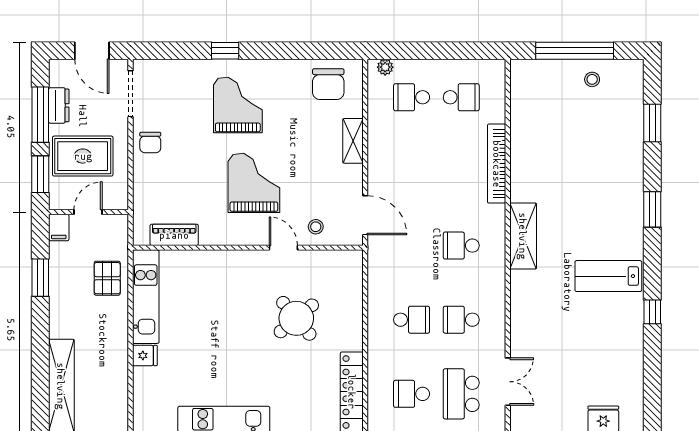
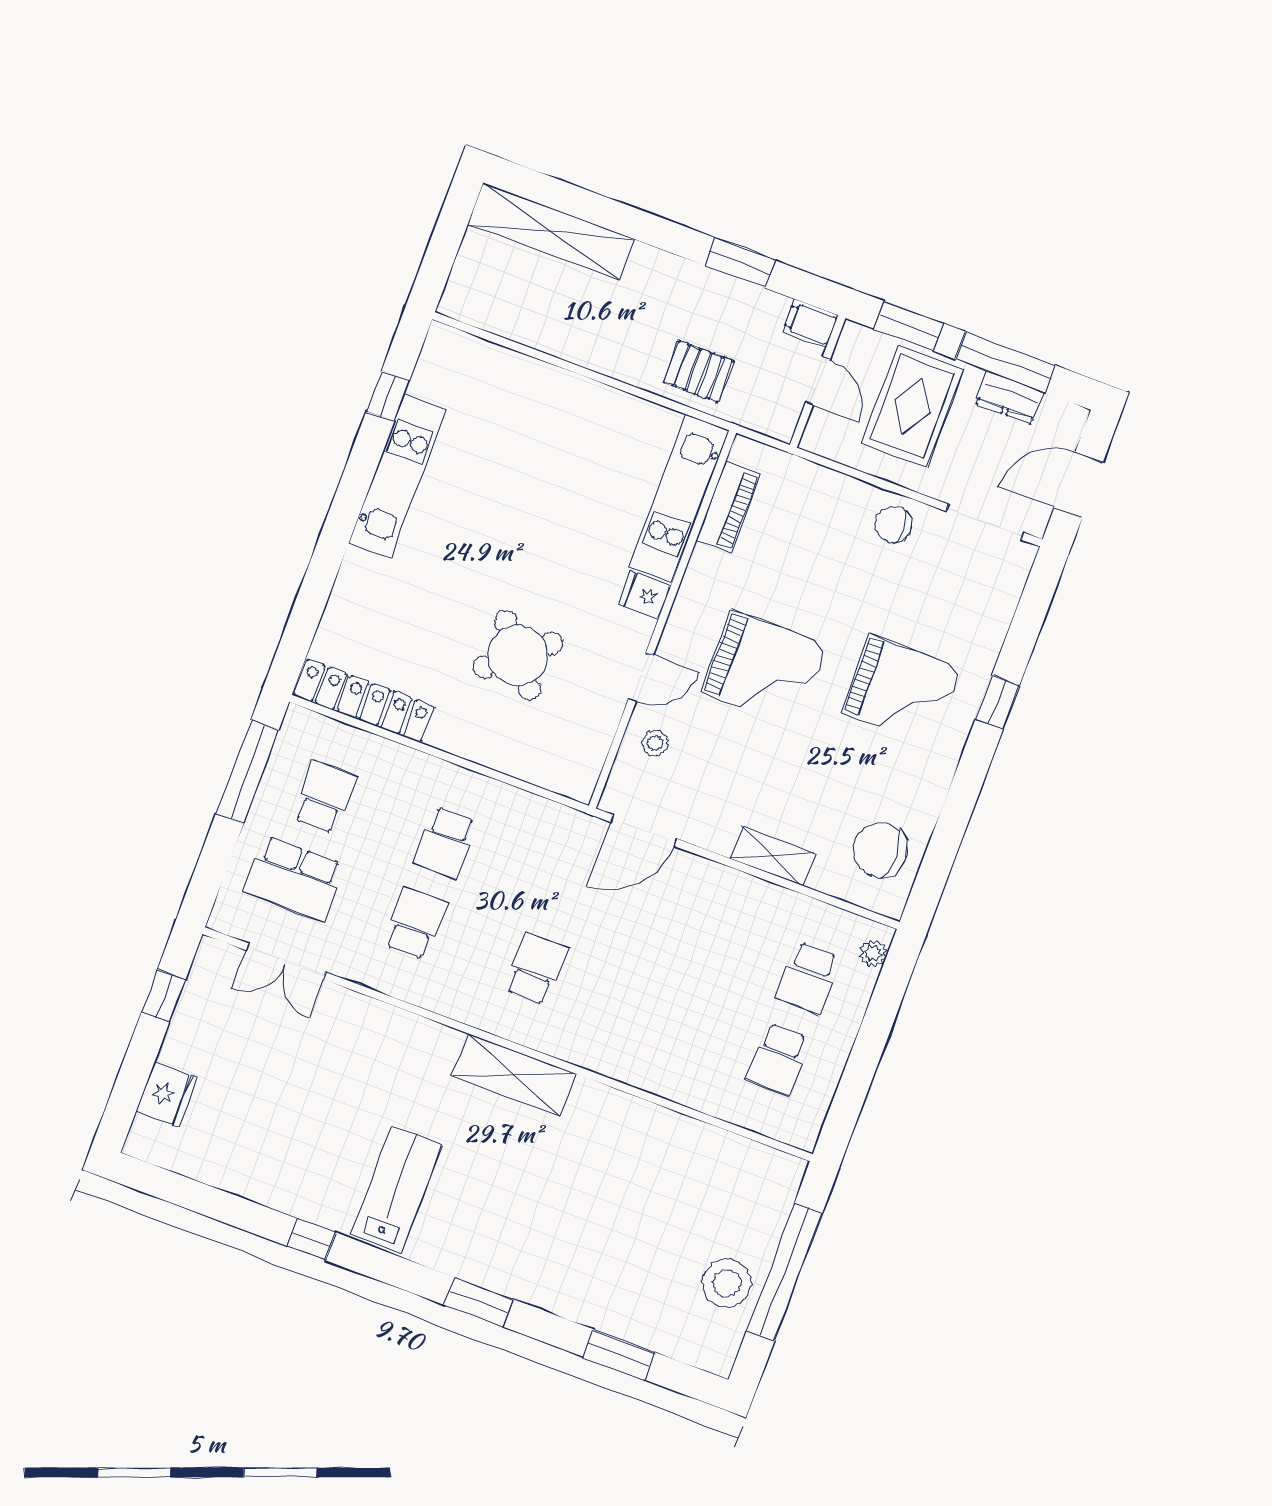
stool: (592, 79) -> (727, 1283), width x1.89, depth x1.89
school desk: (412, 97) -> (808, 978), turned 180
bookcase: (497, 164) -> (648, 1076), removed
kitchen unit: (146, 297) -> (679, 499), moved, turned 90
fridge: (145, 356) -> (645, 595), moved, turned 90
school desk: (461, 394) -> (294, 878), turned 180

